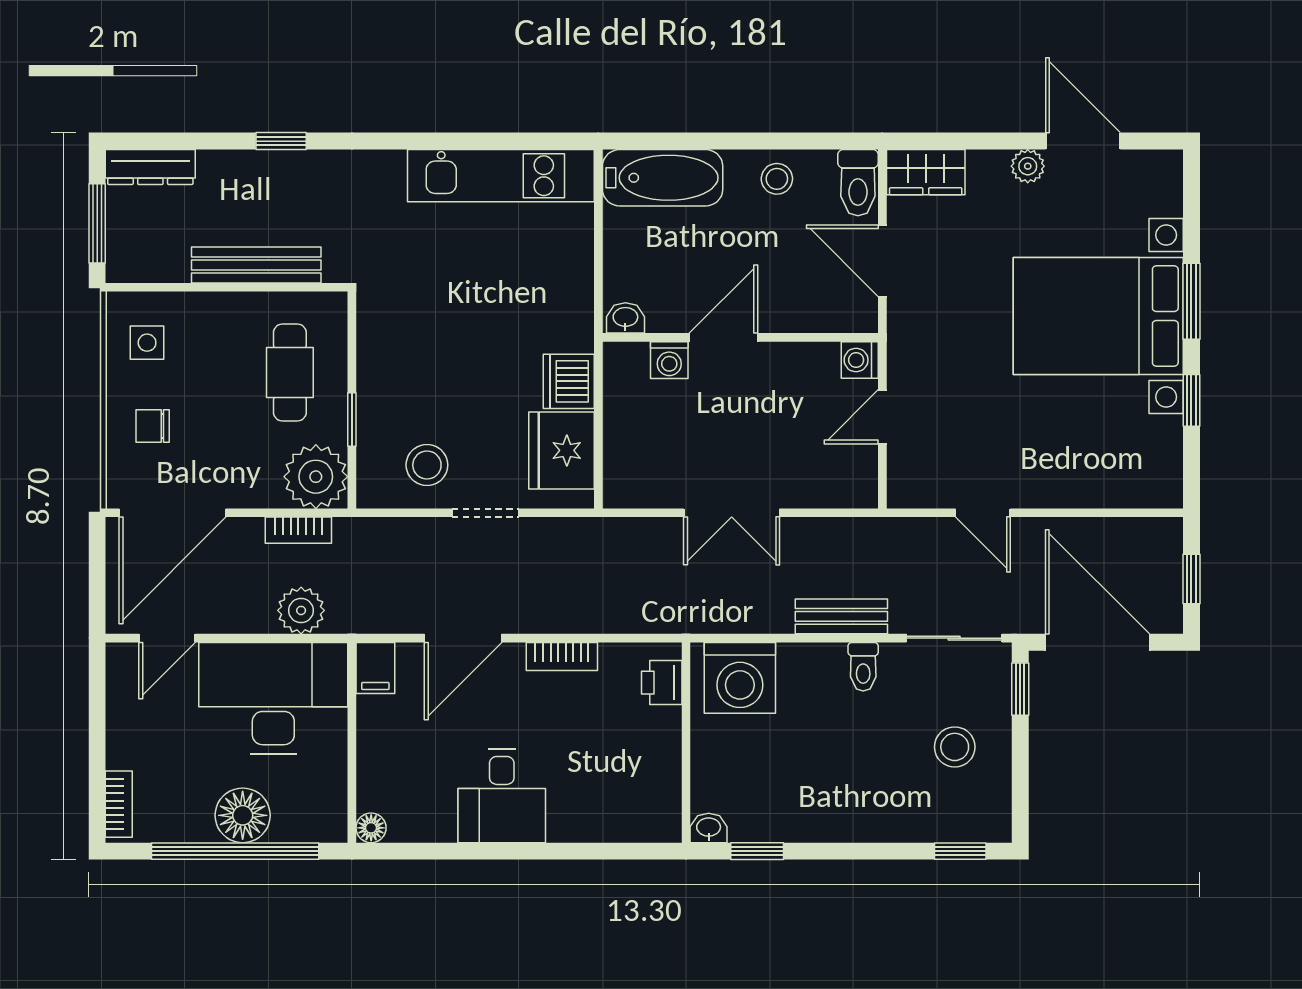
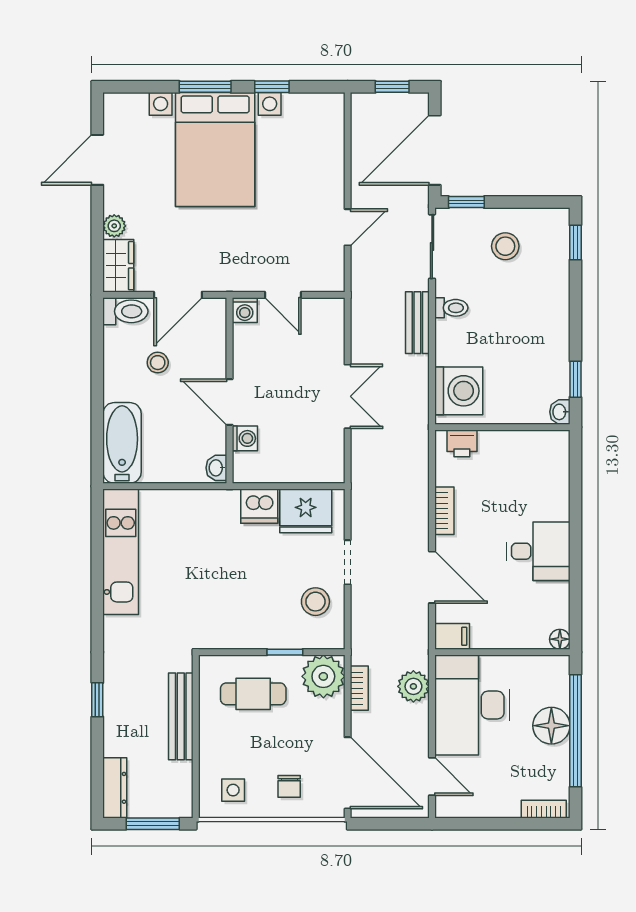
plant: (1028, 166) -> (114, 226), moved
stool: (777, 179) -> (158, 363), moved

